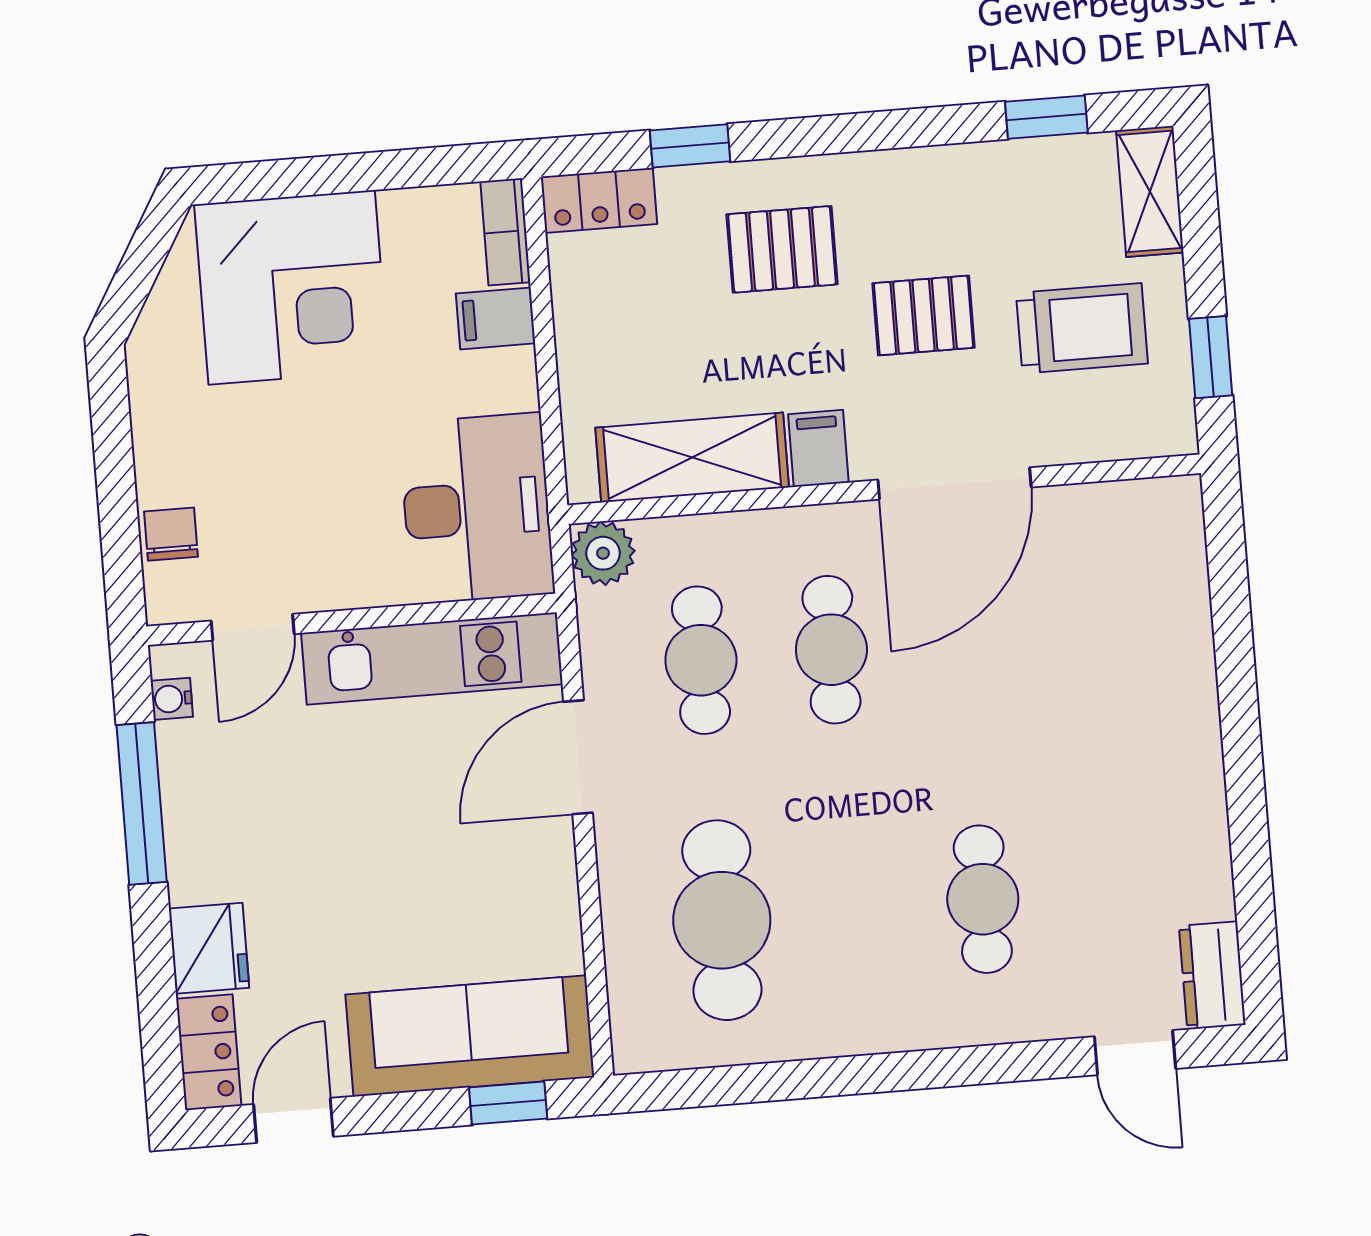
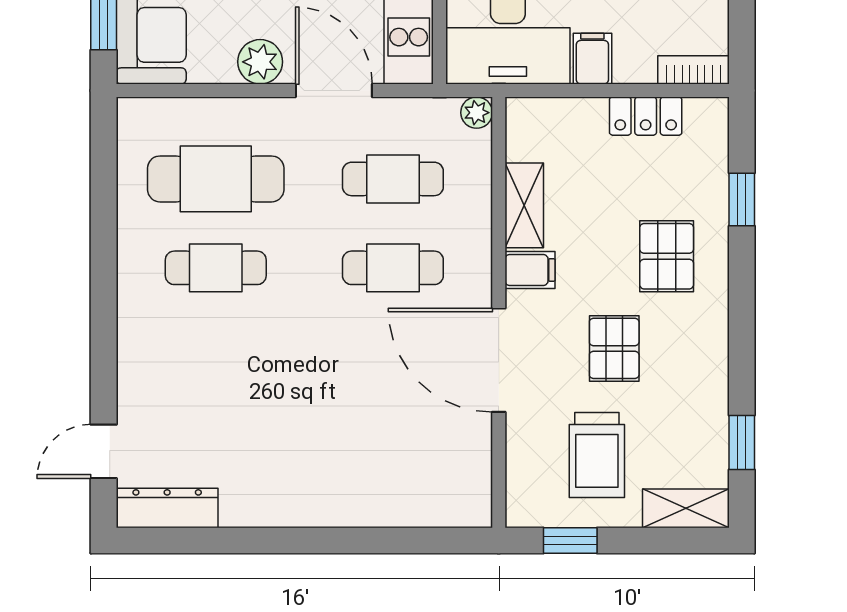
locker: (599, 200) -> (646, 116), moved, turned -90
filing cabinet: (496, 318) -> (592, 59), moved
shelving: (692, 457) -> (524, 205), width x0.67, depth x0.75
plant: (603, 553) -> (477, 113), width x0.73, depth x0.73
plant: (545, 869) -> (260, 62), added
cafe table: (983, 899) -> (216, 268), moved
dresser: (1212, 975) -> (167, 508), width x1.44

